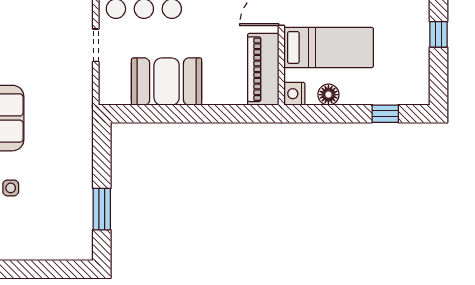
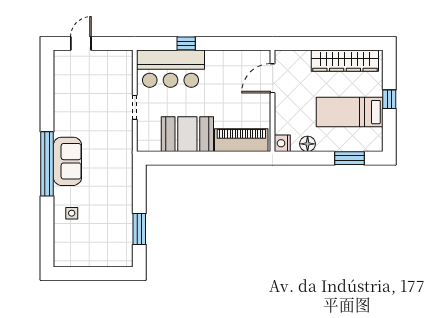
bed: (329, 47) -> (350, 112), moved, turned 180
piano: (263, 69) -> (241, 140), moved, turned 90
window: (385, 114) -> (350, 158), width x1.50

